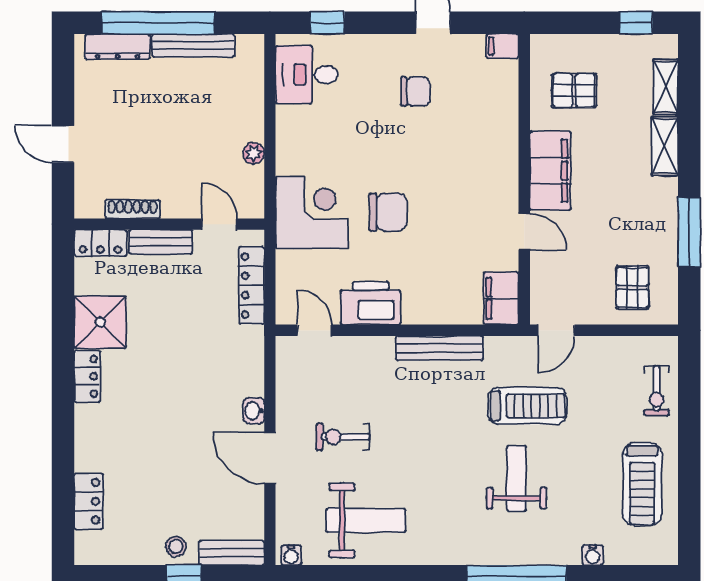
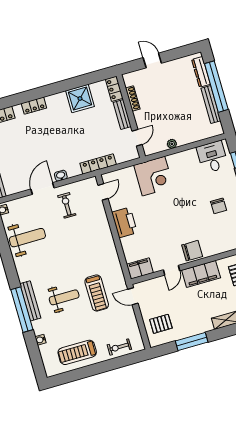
door: (63, 144) -> (152, 60), hinge flipped
chair: (388, 212) -> (192, 251), moved, turned -90
locker: (252, 285) -> (98, 164), moved
printer: (371, 303) -> (124, 222), moved
bench: (439, 348) -> (30, 301), moved
locker: (87, 376) -> (34, 106), moved
exercise bike: (343, 437) -> (67, 205), moved
weight bench: (366, 520) -> (27, 238), turned -90

